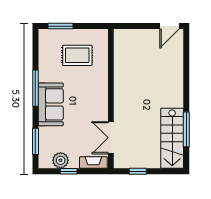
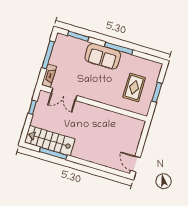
window: (60, 26) -> (157, 92), moved
double door: (111, 138) -> (64, 94), swing flipped
plant: (61, 160) -> (58, 51), removed
window: (69, 171) -> (48, 55), width x2.17

